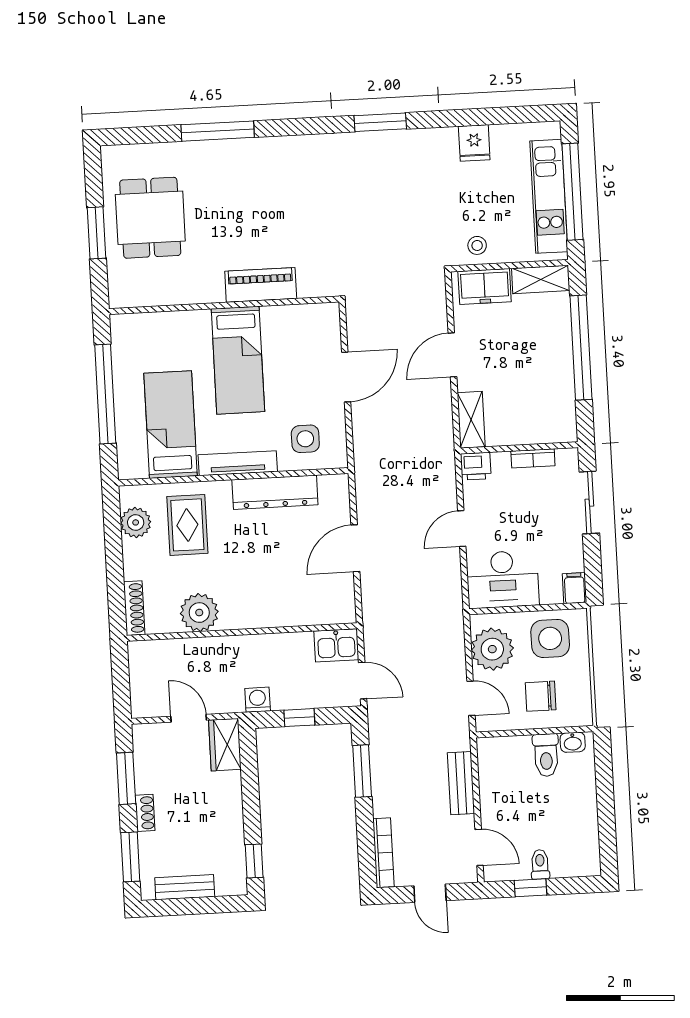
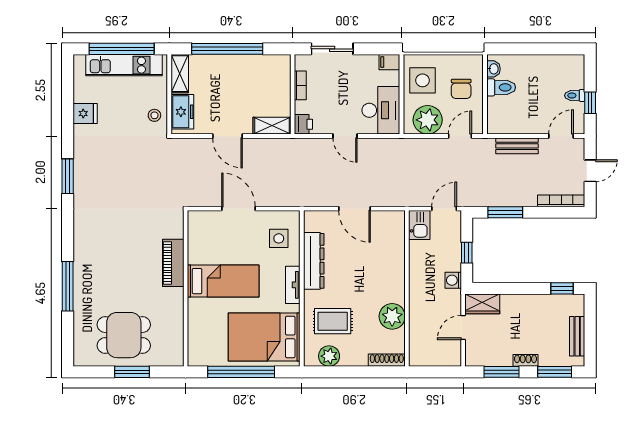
bed: (171, 425) -> (264, 337), width x1.50
tv unit: (238, 463) -> (293, 285), width x0.71

